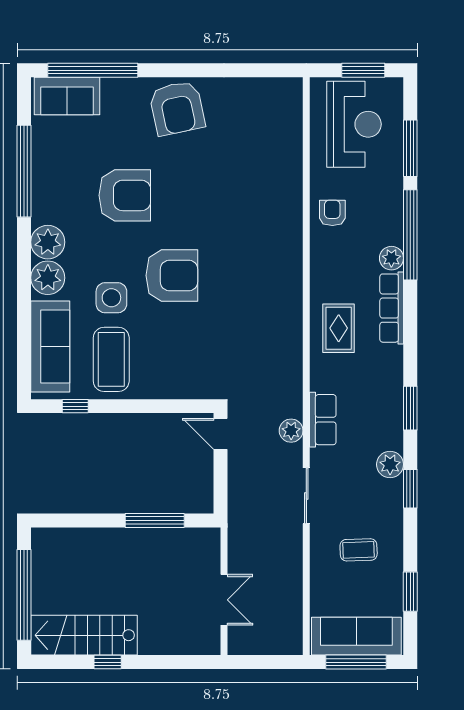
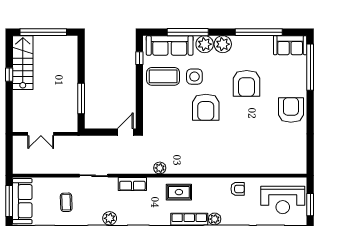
sofa: (67, 96) -> (290, 45), moved, turned -90
armchair: (177, 108) -> (291, 110), turned 102
window: (24, 311) -> (188, 32), added
plant: (291, 431) -> (160, 168), moved

